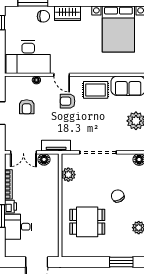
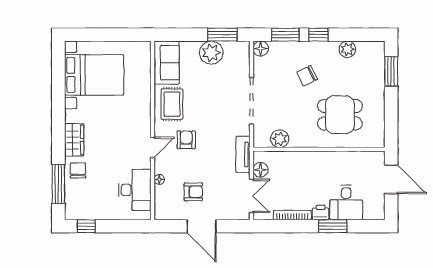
desk: (28, 57) -> (135, 190), width x0.73, depth x0.77
armchair: (68, 101) -> (186, 140), turned 180
dining table: (87, 222) -> (340, 115), turned 90

